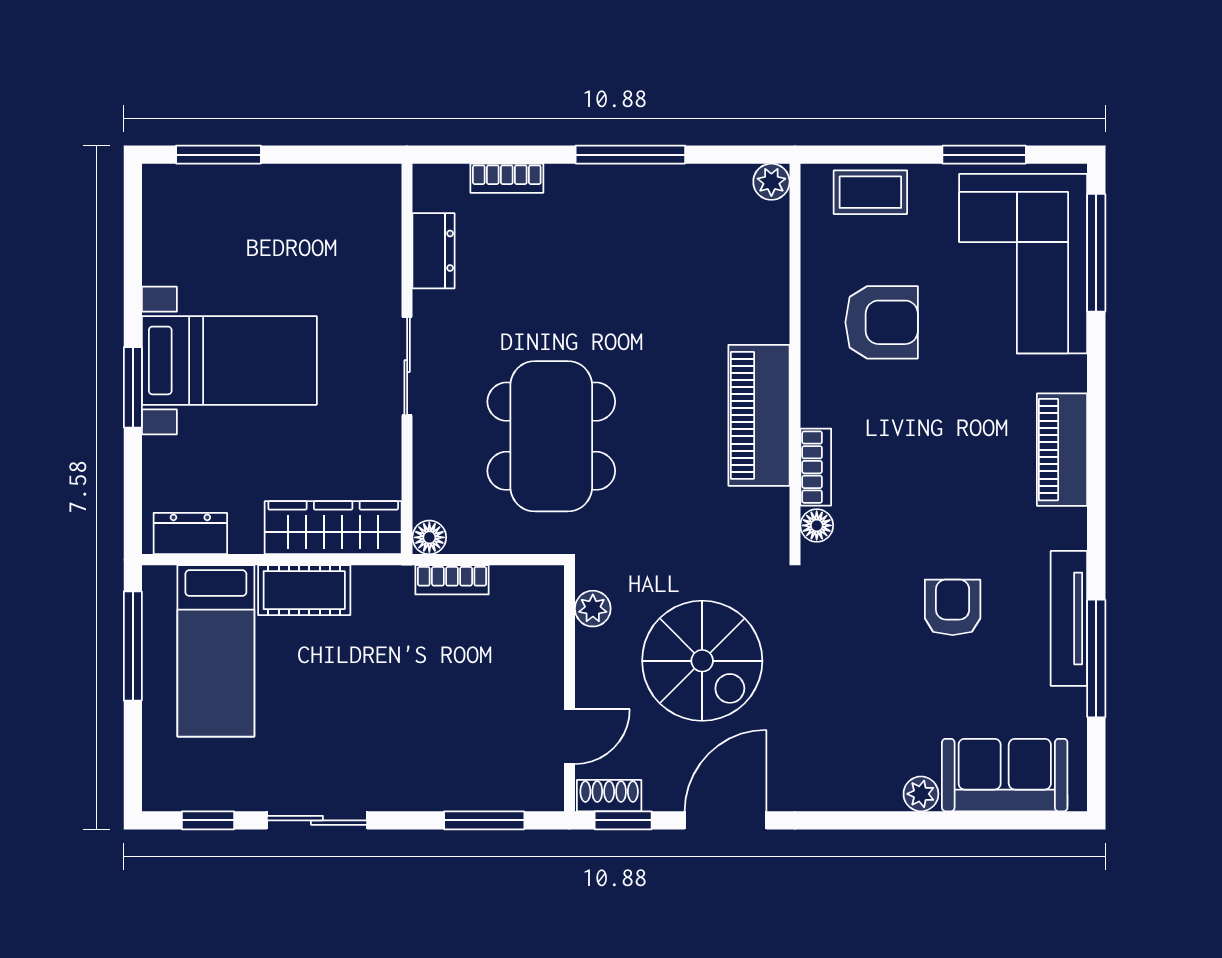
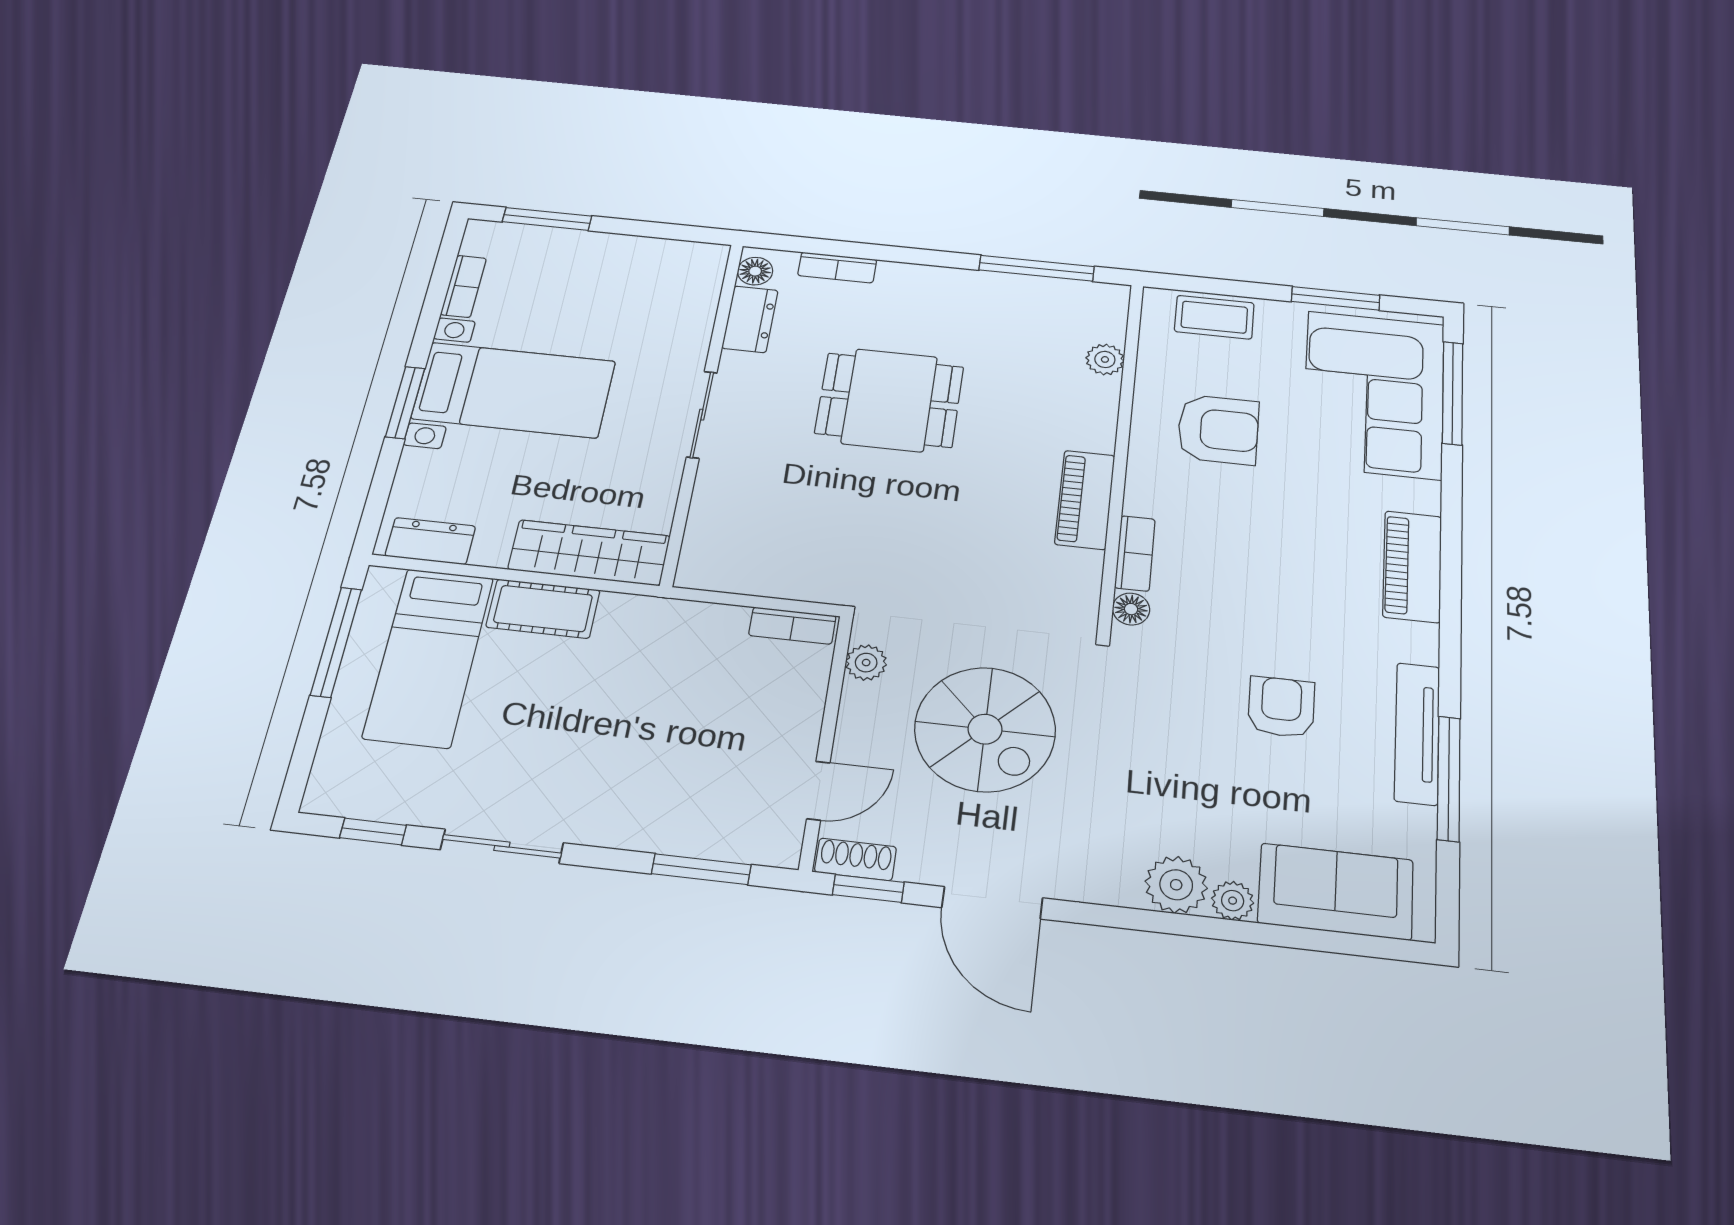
window: (630, 155) -> (1037, 268), moved
plant: (771, 182) -> (1105, 359), moved
bookcase: (156, 247) -> (464, 286), added
piano: (759, 415) -> (1085, 500), width x0.73, depth x0.75
dining table: (551, 436) -> (889, 400), moved, width x0.73
floor lamp: (429, 537) -> (755, 271), moved
bookcase: (452, 580) -> (792, 626), moved
plant: (874, 785) -> (1176, 885), added
door: (725, 820) -> (992, 903), swing flipped

